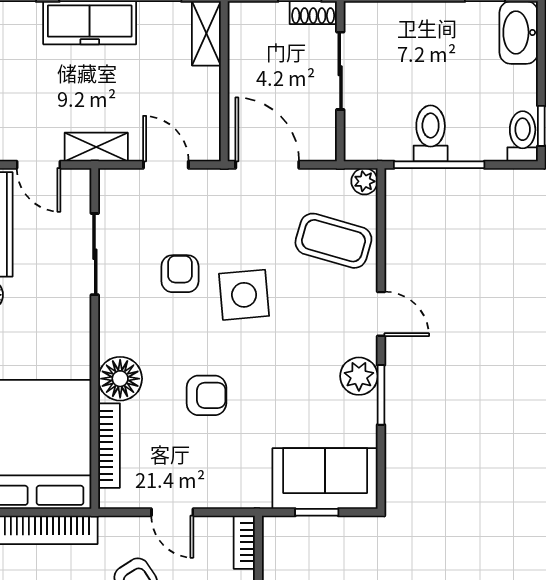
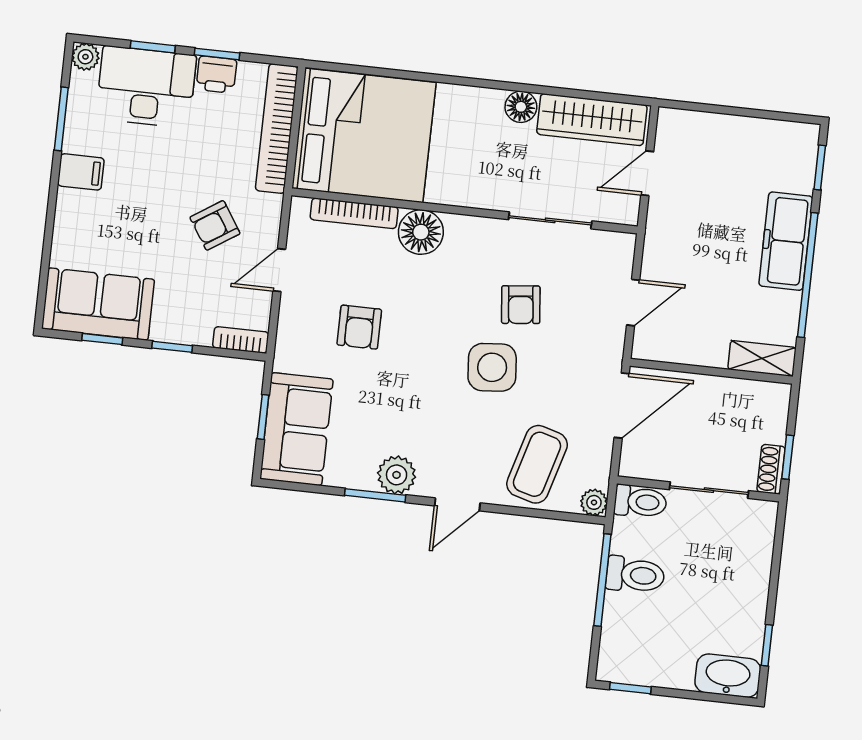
toilet: (523, 136) -> (640, 502), moved
shelving: (96, 147) -> (659, 234), removed
armchair: (180, 274) -> (521, 305), turned 84
armchair: (206, 395) -> (359, 327), moved

